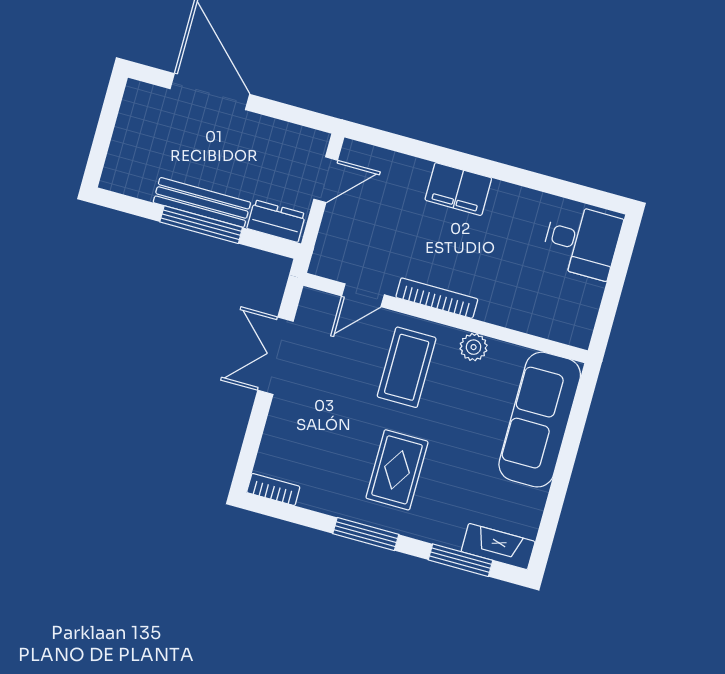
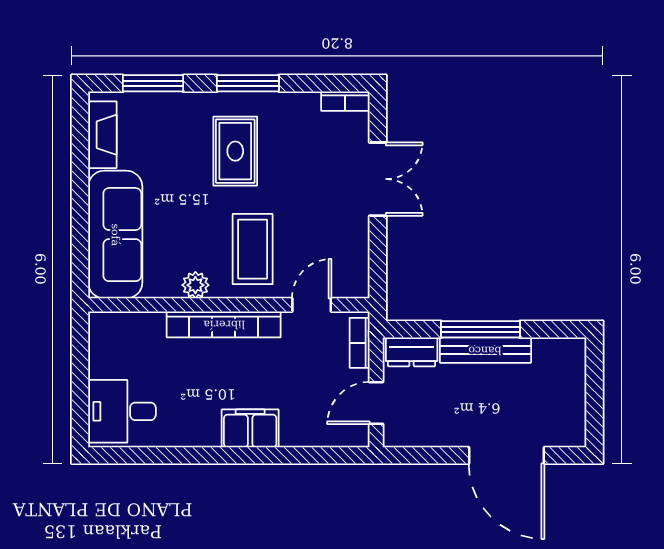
bookcase: (326, 244) -> (360, 343), added
bookcase: (437, 298) -> (224, 324), width x1.48, depth x1.31
double door: (275, 356) -> (378, 179), moved
fireplace: (498, 547) -> (102, 135), moved, turned -90

